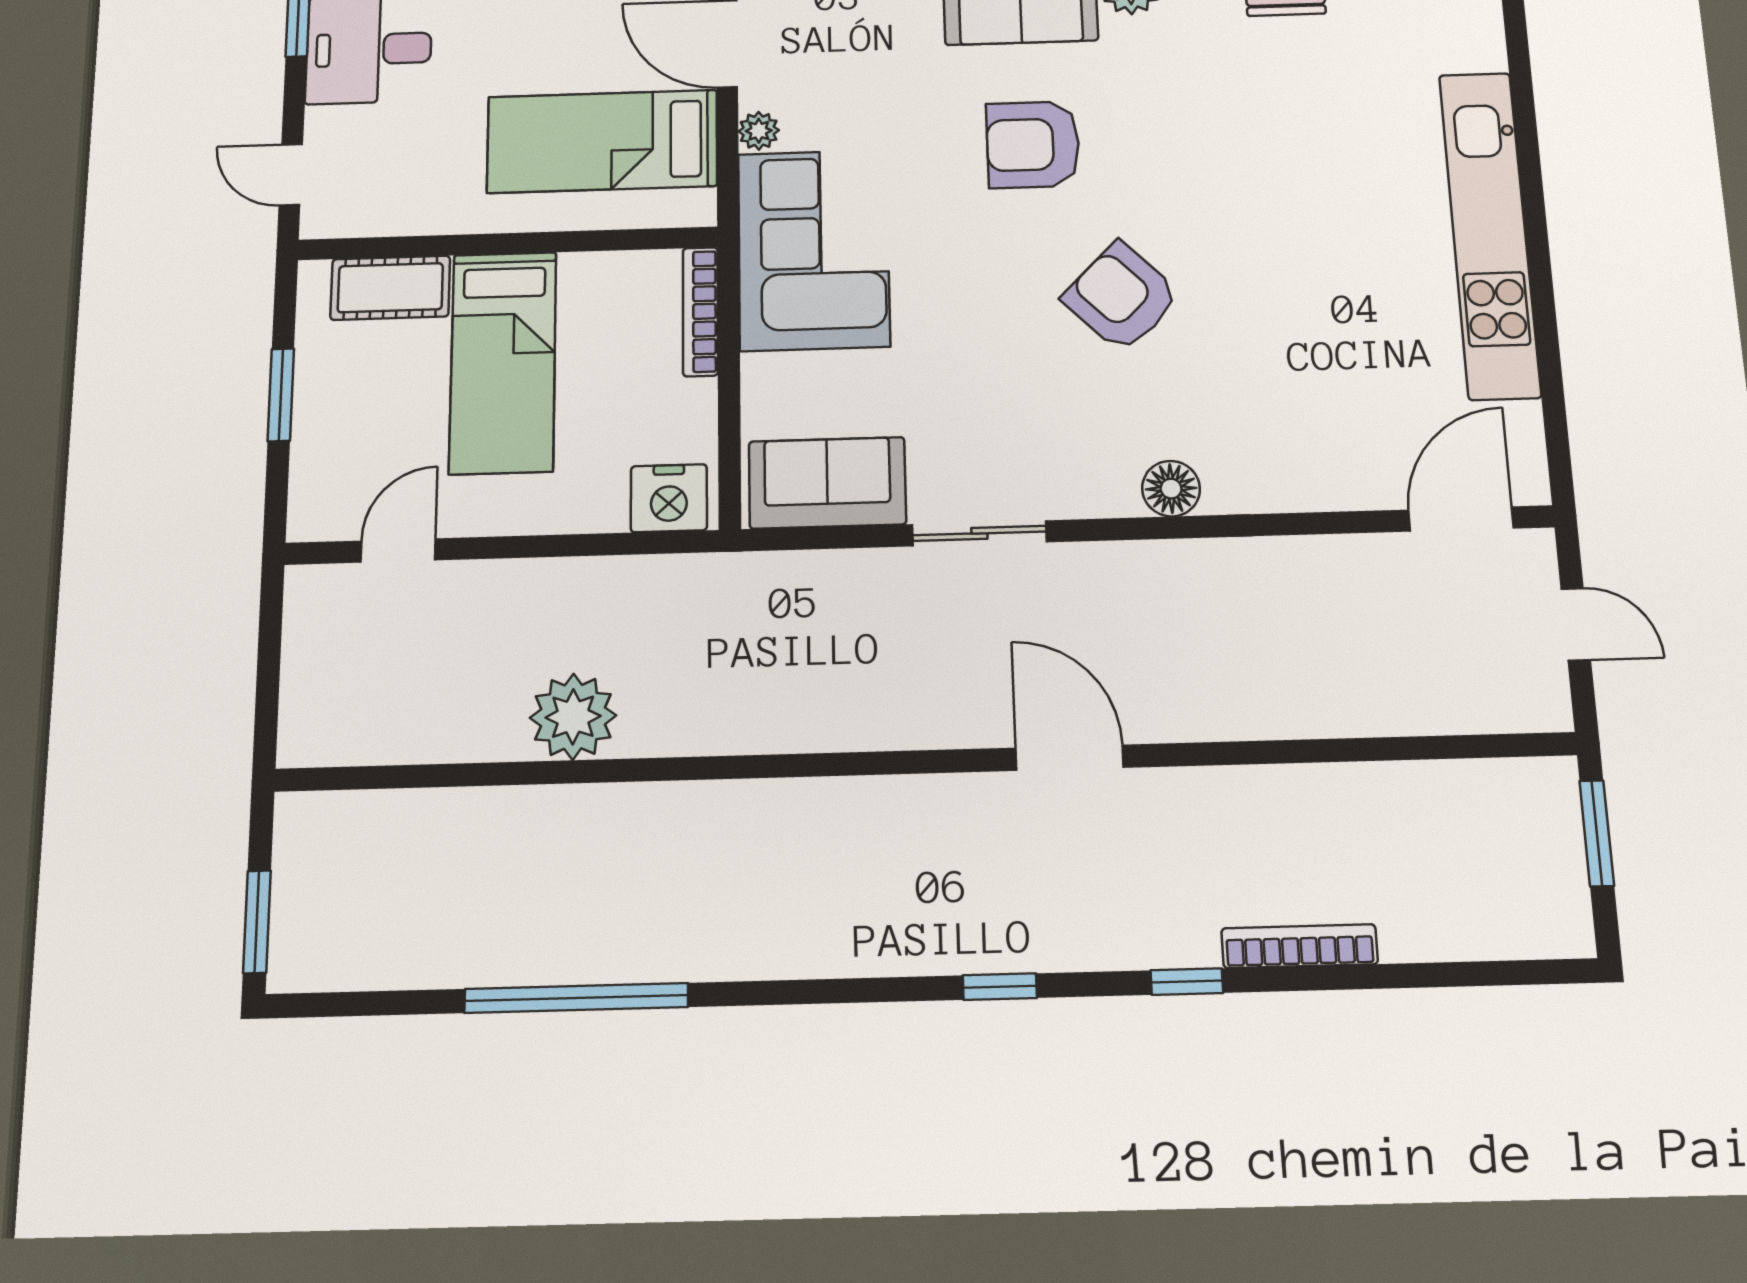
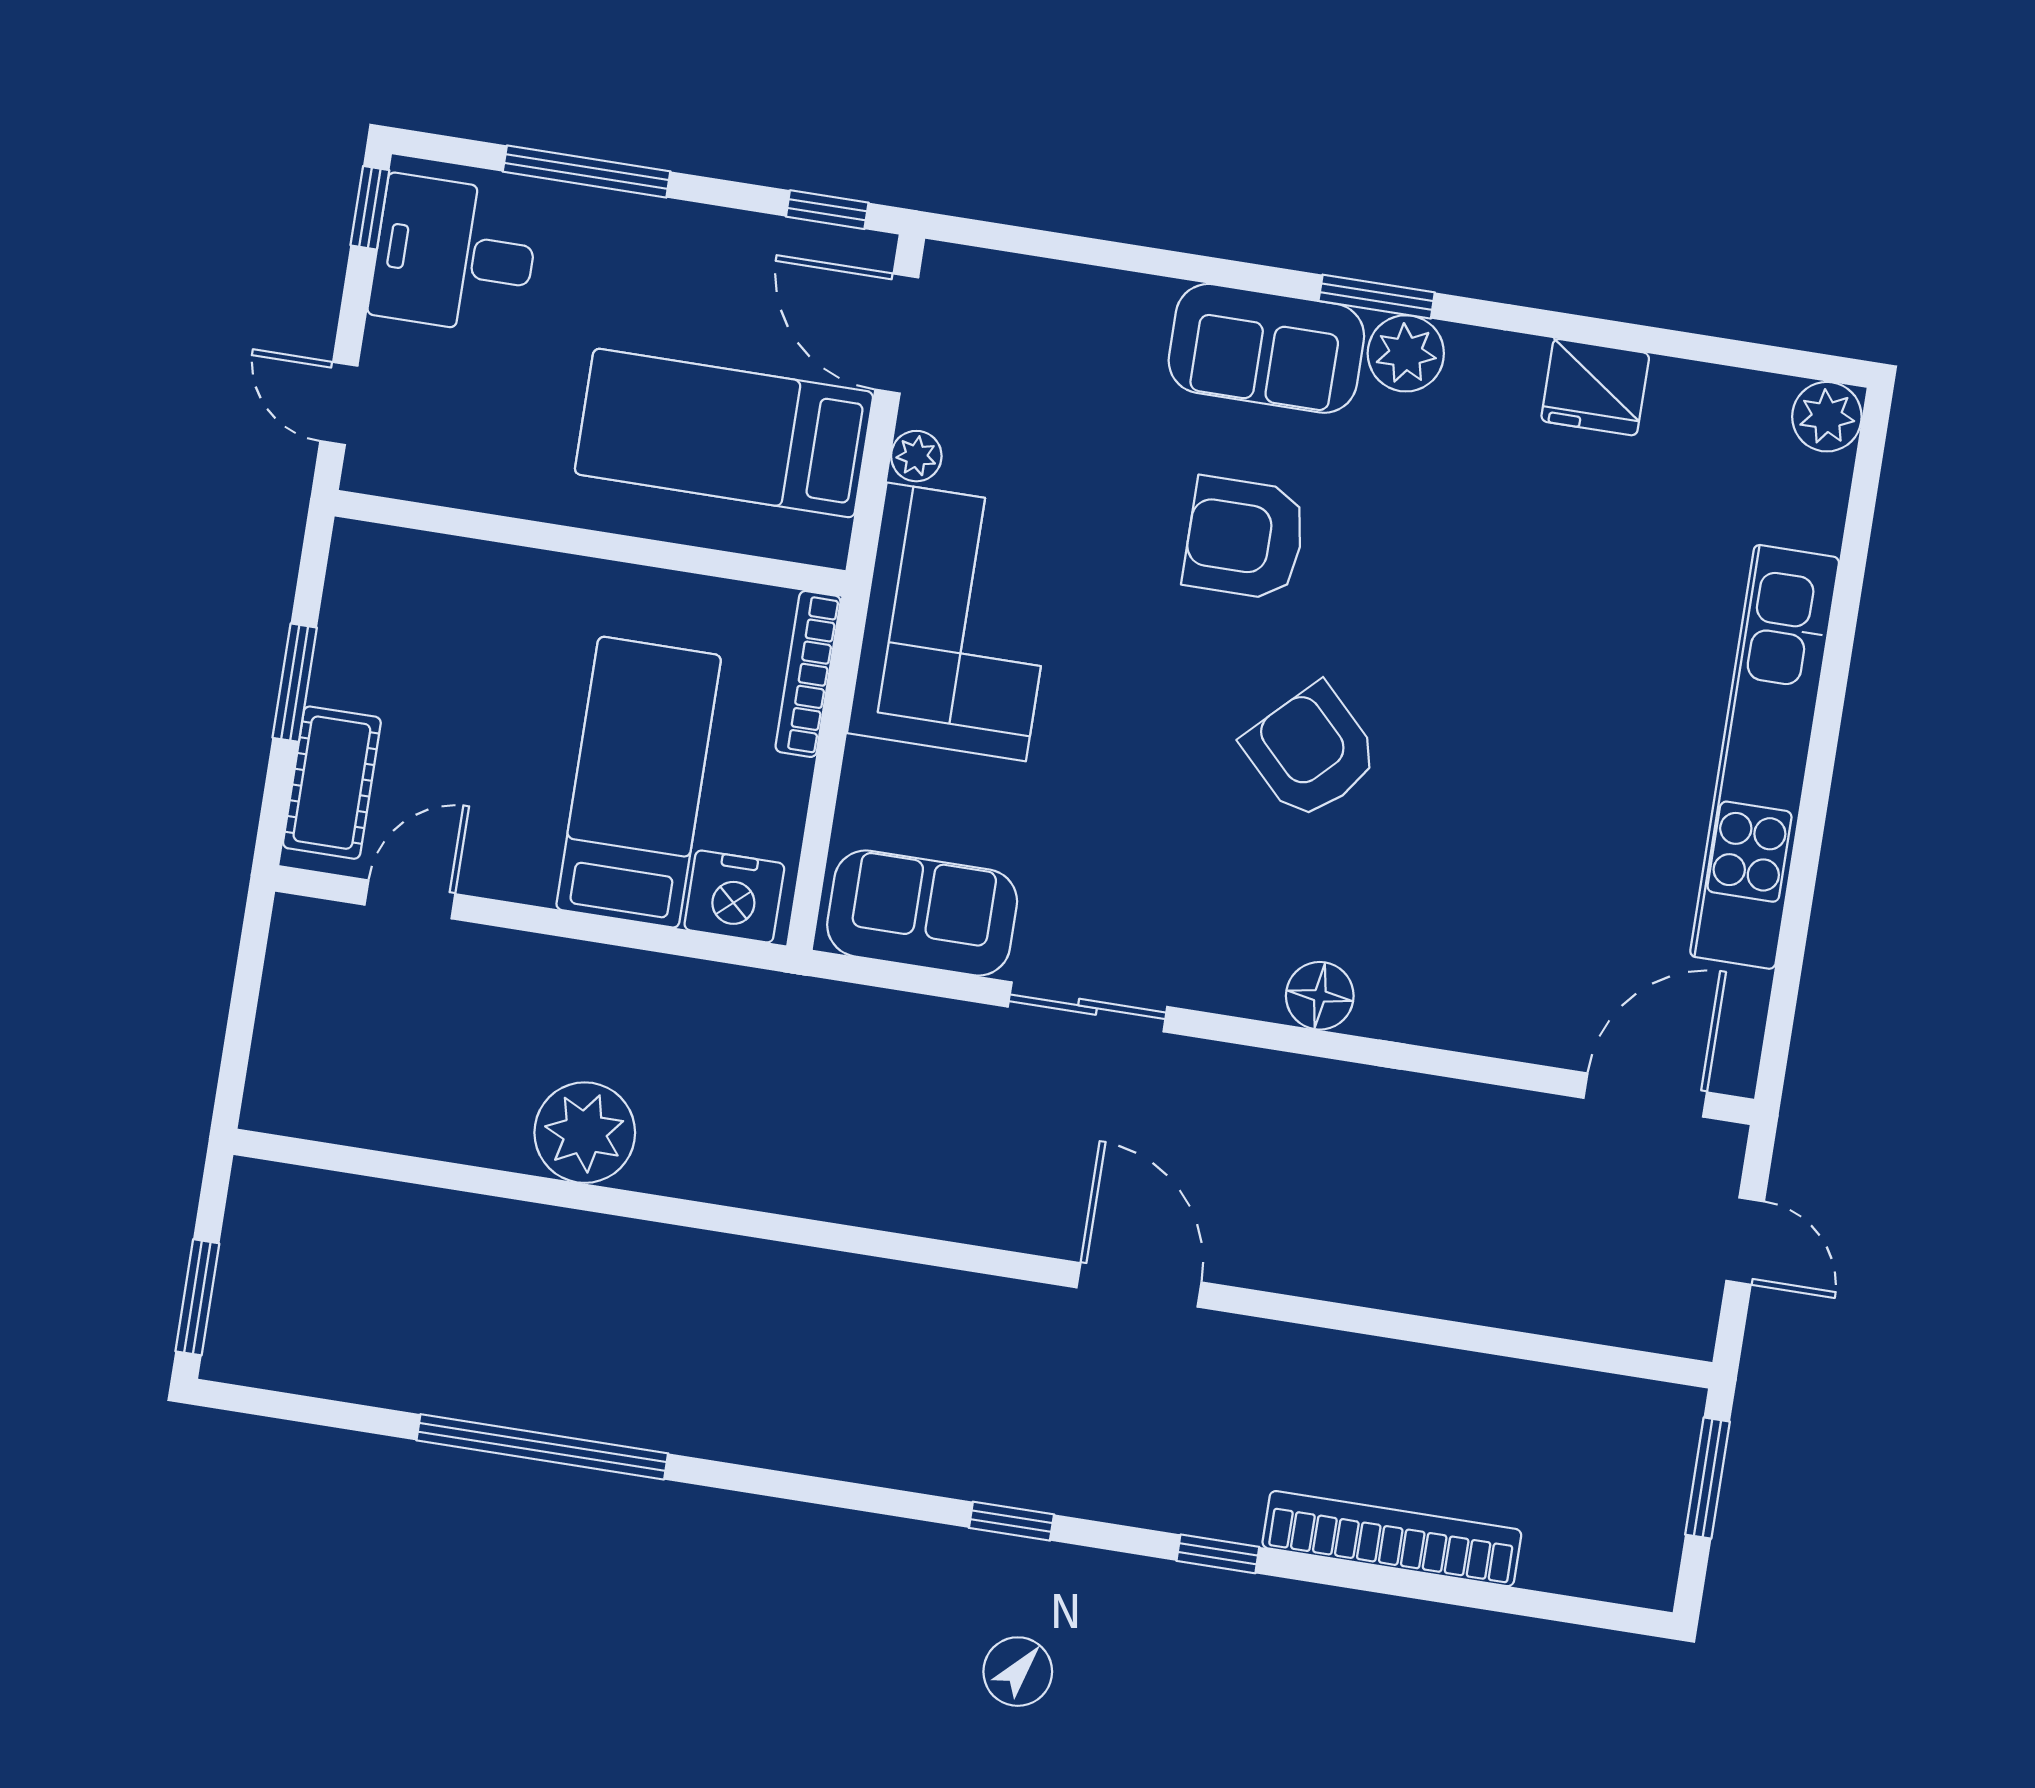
cot: (390, 288) -> (332, 783), moved, turned 90
bed: (503, 362) -> (639, 782), moved, turned 180
bookcase: (1300, 946) -> (1392, 1539), width x1.48, depth x1.31

